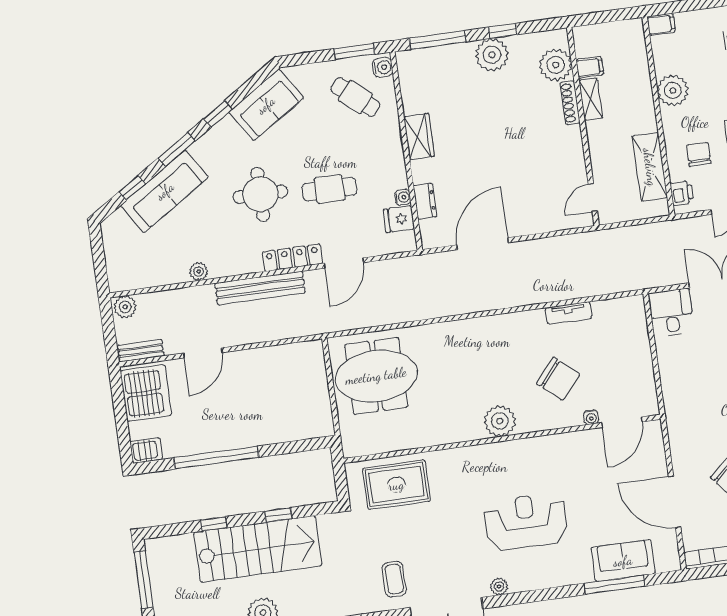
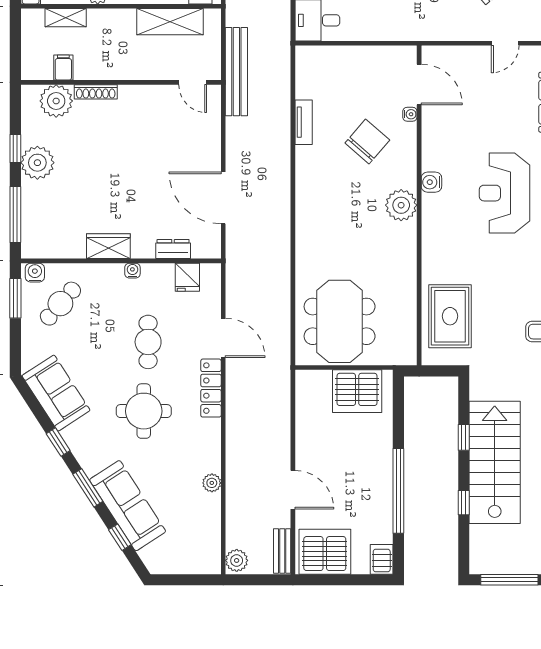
shelving: (591, 99) -> (66, 18), moved
water cooler: (403, 197) -> (132, 271), moved
bench: (260, 288) -> (236, 72), moved
server rack: (309, 403) -> (357, 391), added
water cooler: (527, 448) -> (431, 182), added
door: (675, 502) -> (505, 43), width x0.53

